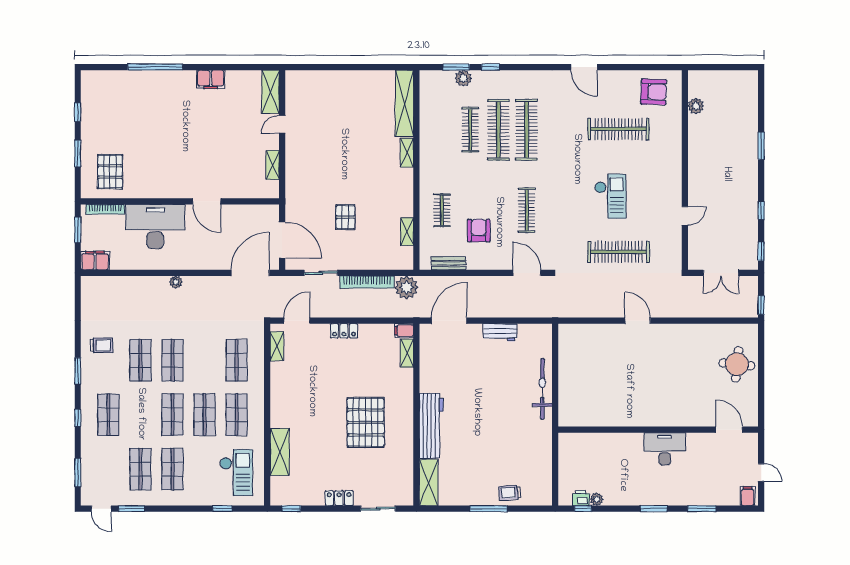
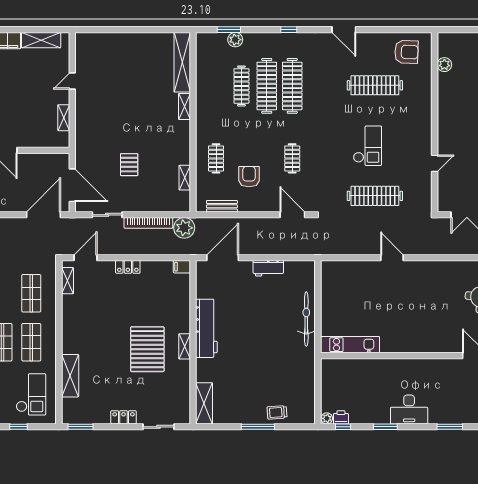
window: (491, 67) -> (289, 30), moved
shelving: (270, 92) -> (41, 40), moved, turned 90
clothes rail: (527, 210) -> (292, 158), width x0.73
shelving: (407, 353) -> (185, 346), moved
kitchen unit: (591, 417) -> (350, 345), added
workbench: (431, 426) -> (206, 328), moved
desk: (665, 449) -> (409, 410), moved, turned 180
plant: (597, 499) -> (327, 418), moved
window: (291, 509) -> (81, 427), width x1.50
window: (654, 509) -> (385, 427), moved

